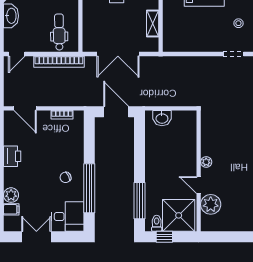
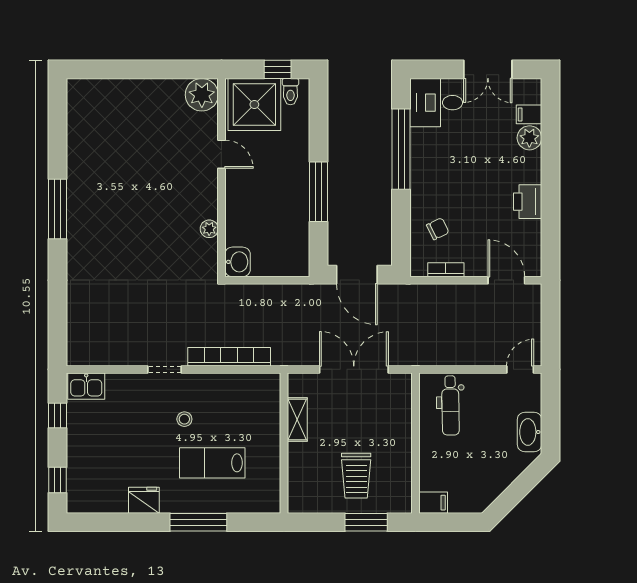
stool: (238, 23) -> (184, 419), moved
bookcase: (59, 62) -> (229, 357), moved
washbasin: (162, 118) -> (237, 262), moved, turned 90
plant: (206, 162) -> (209, 229), moved
chair: (66, 177) -> (438, 229), moved
window: (140, 201) -> (319, 192), moved
plant: (211, 204) -> (202, 95), moved

